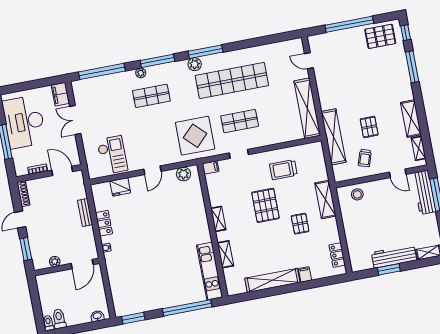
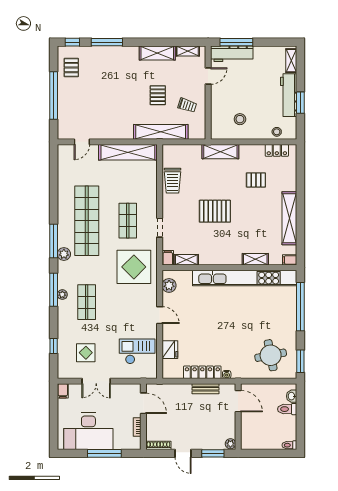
pallet: (380, 36) -> (71, 68), width x0.67, depth x0.71
window: (102, 71) -> (54, 346), width x0.32
plant: (141, 73) -> (62, 295), moved
filing cabinet: (60, 94) -> (63, 391), width x0.50
display table: (101, 104) -> (86, 353), added
pallet: (369, 127) -> (158, 95), turned 90
trolley: (283, 170) -> (173, 181), moved
door: (62, 171) -> (143, 403), swing flipped
stool: (357, 194) -> (240, 119), moved
bench: (85, 212) -> (205, 389), moved
shelving: (218, 219) -> (186, 260), moved
locker: (104, 223) -> (202, 372), width x1.53
pallet: (300, 224) -> (256, 180), moved
stool: (355, 251) -> (277, 132), added
plant: (55, 261) -> (230, 444), moved
kitchen unit: (210, 271) -> (245, 278), width x1.86
filing cabinet: (305, 274) -> (290, 260), moved
round table: (134, 287) -> (271, 355), added
toilet: (59, 319) -> (287, 409), moved

